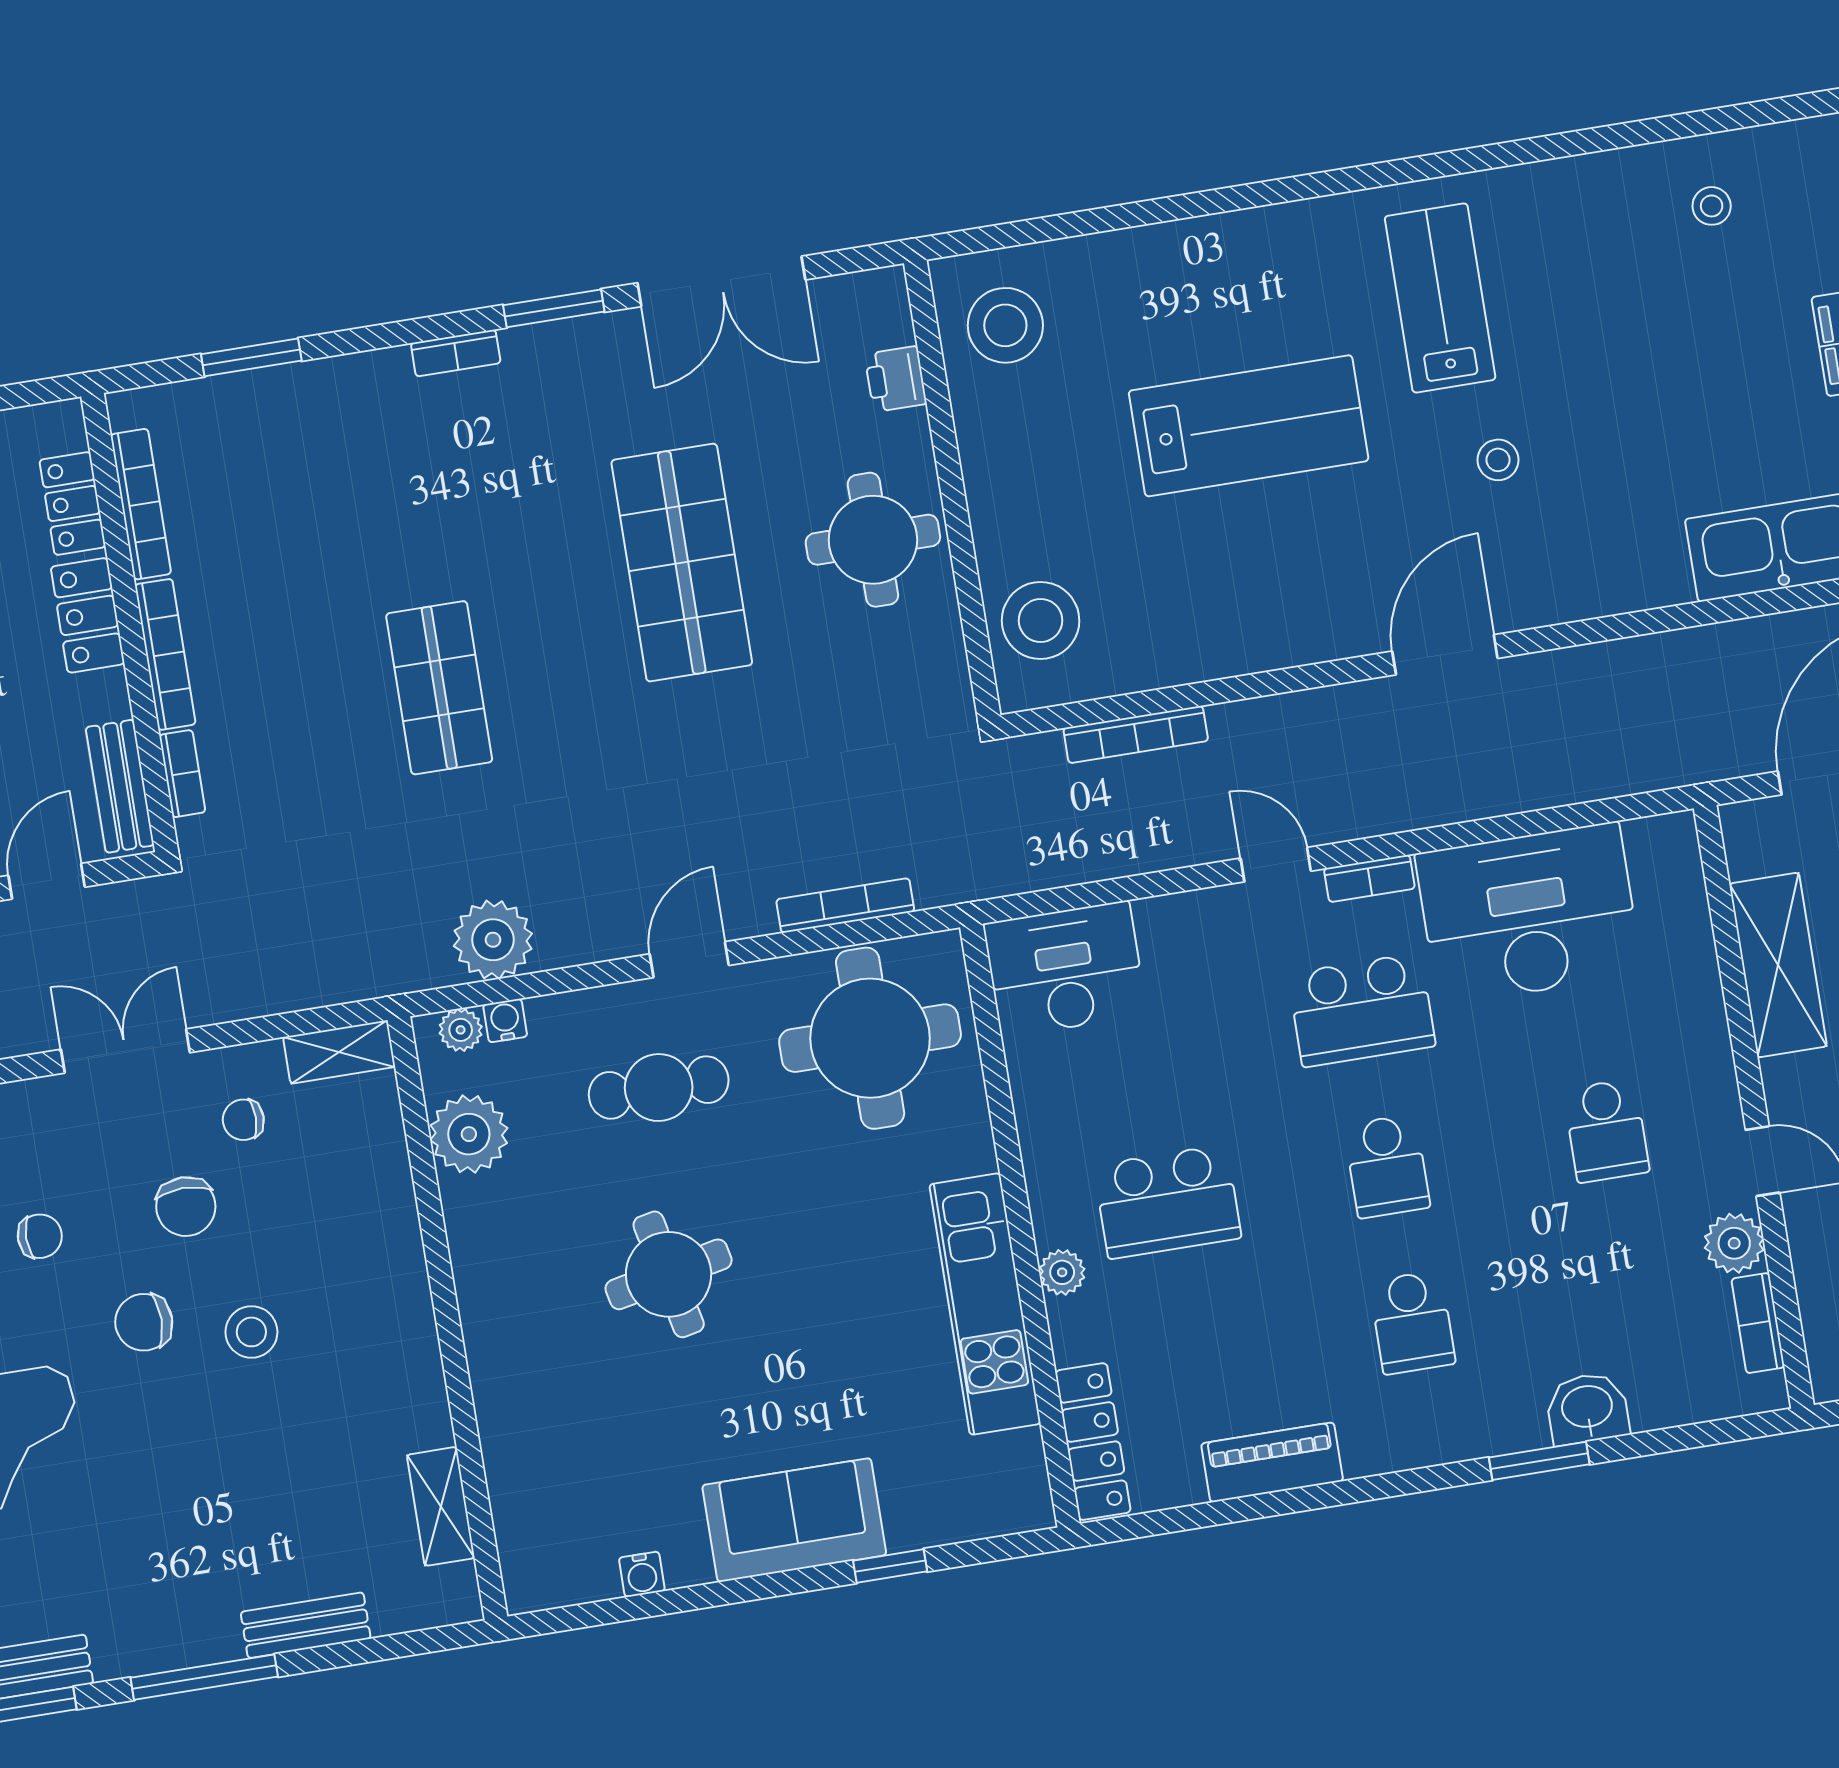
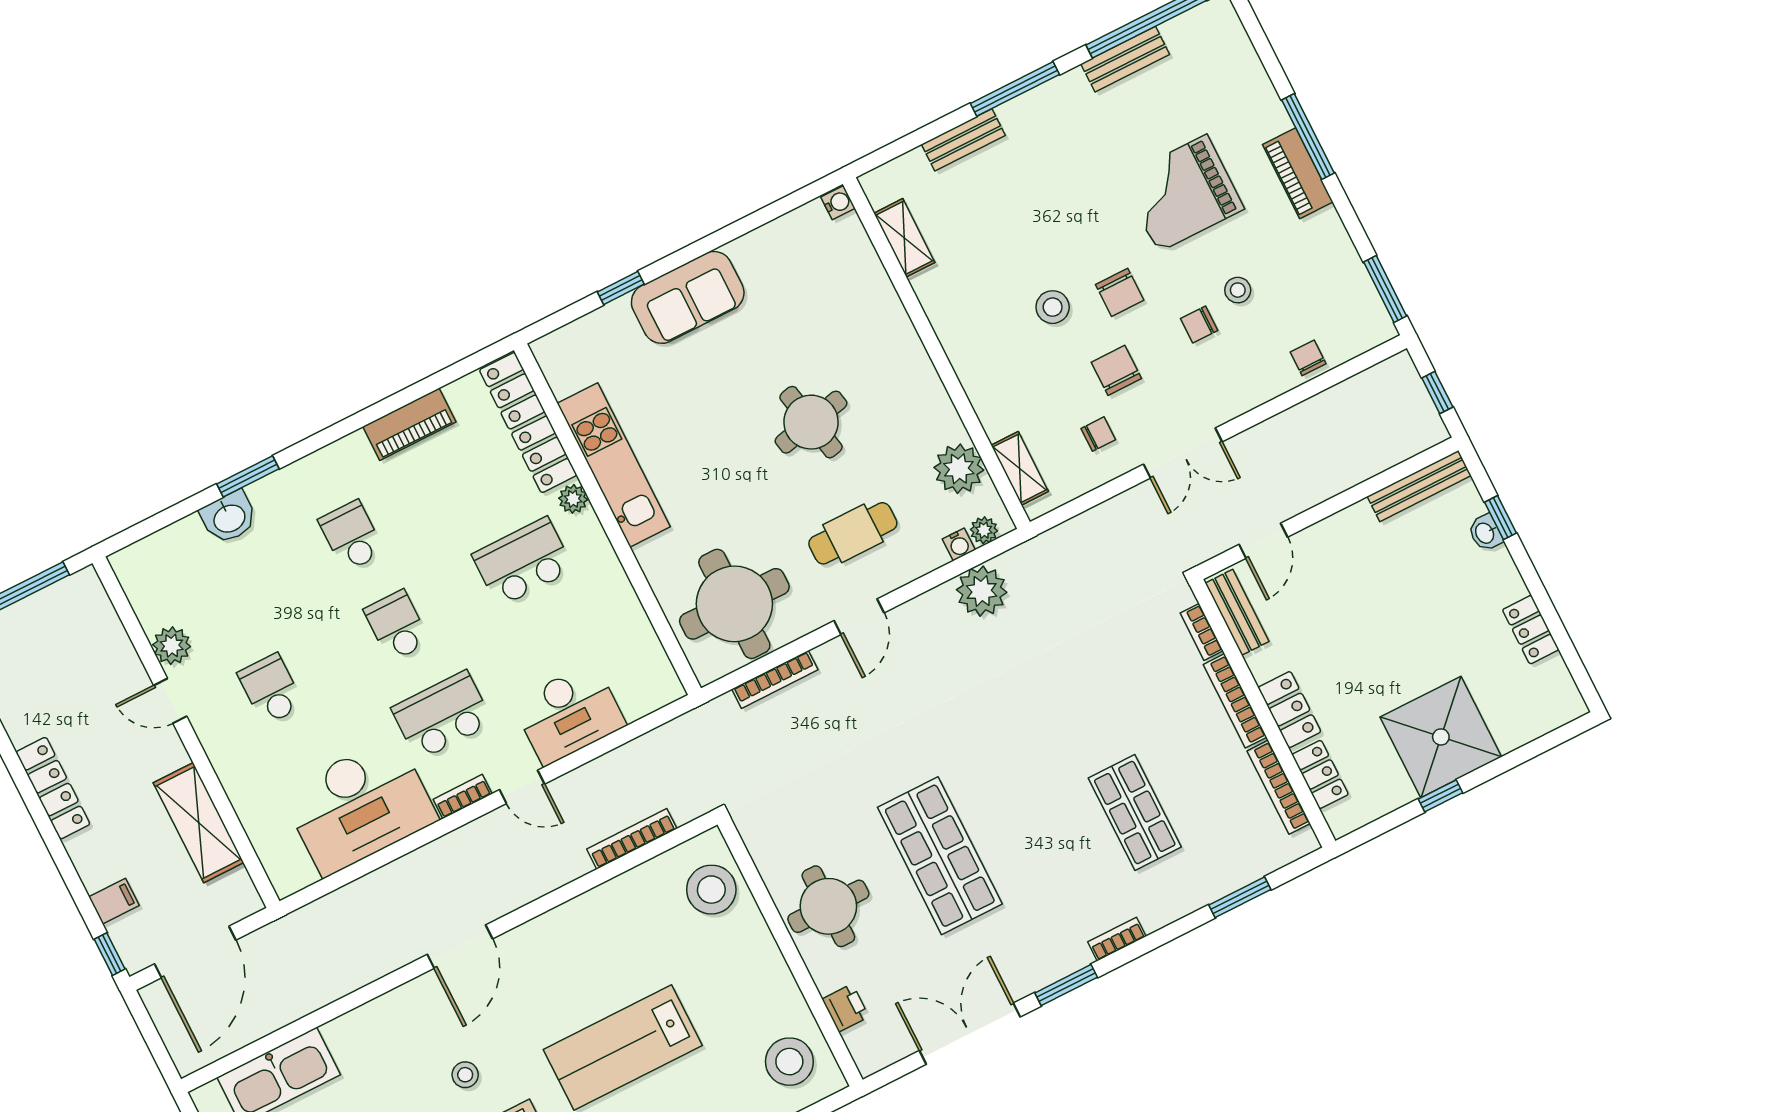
shop shelf: (439, 688) -> (1135, 813), moved
desk: (1065, 969) -> (569, 714), moved
shelving: (339, 1052) -> (1020, 468), moved, turned 90
chair: (144, 1322) -> (1120, 292), turned 90
bookcase: (1758, 1323) -> (142, 602), removed
locker: (1093, 1442) -> (528, 423), width x1.41, depth x1.21
water cooler: (642, 1574) -> (838, 203), moved, turned 90

